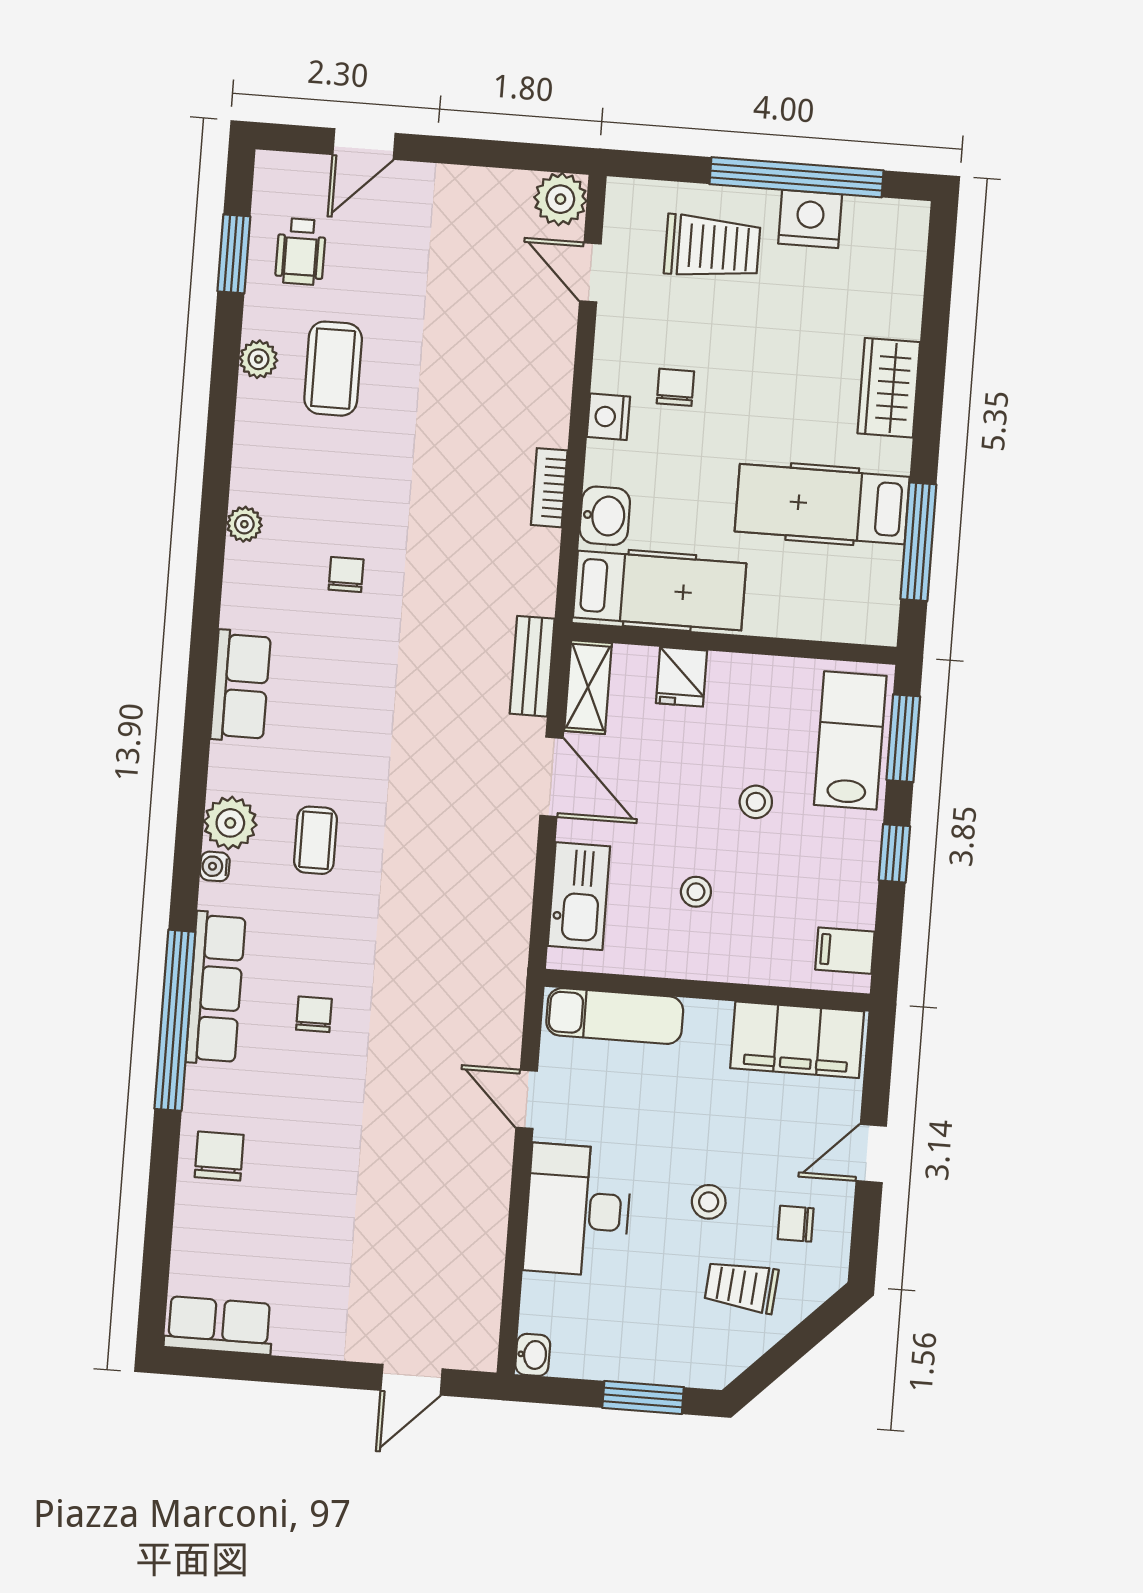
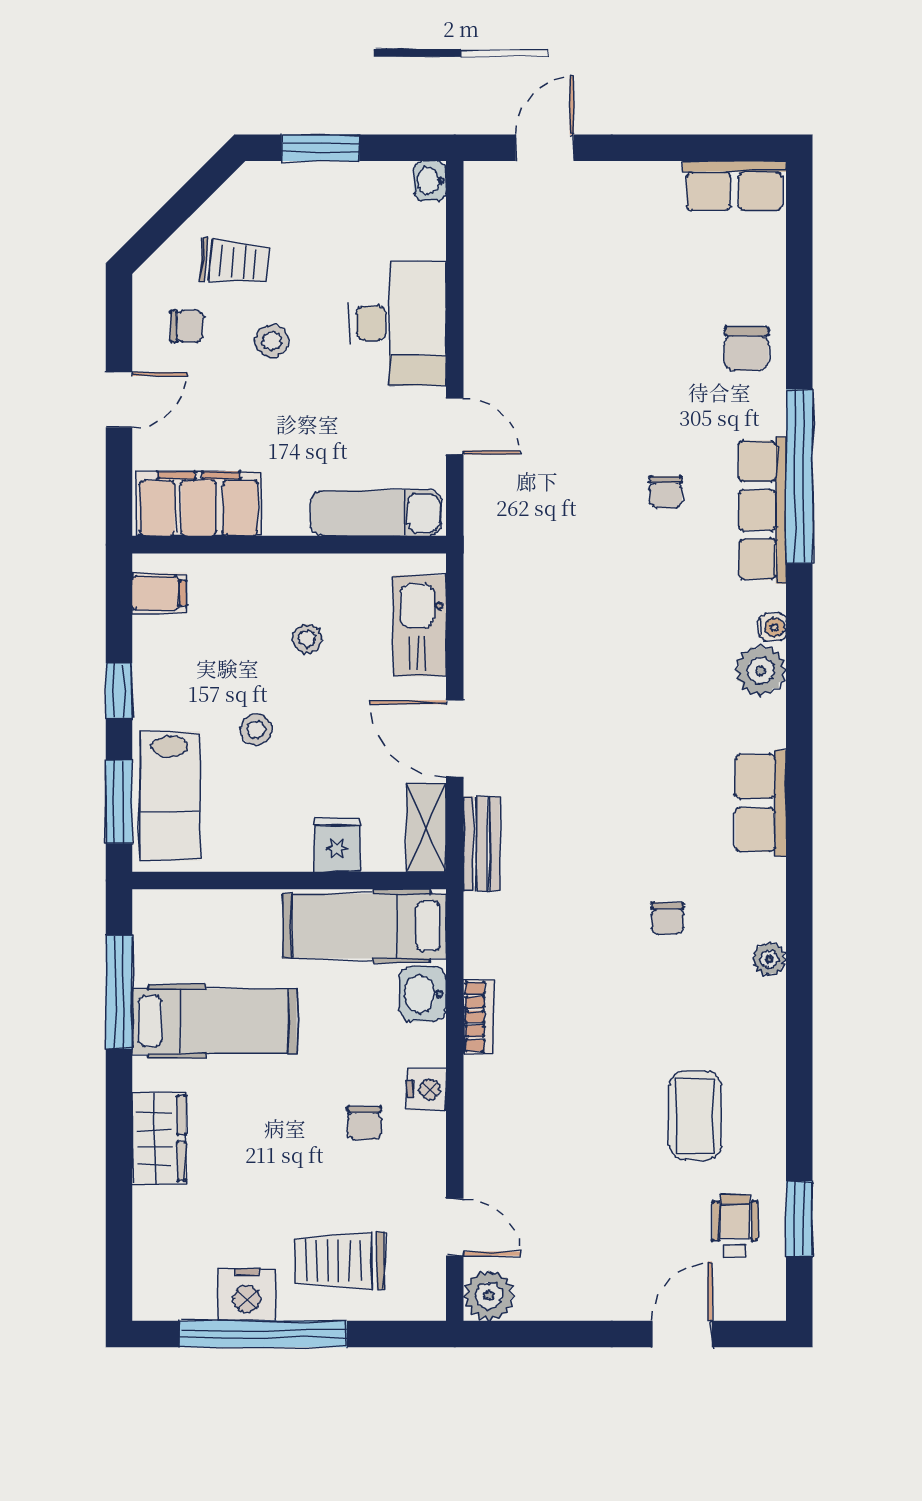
plant: (258, 359) -> (768, 1119), removed
coffee table: (316, 840) -> (677, 660), removed

